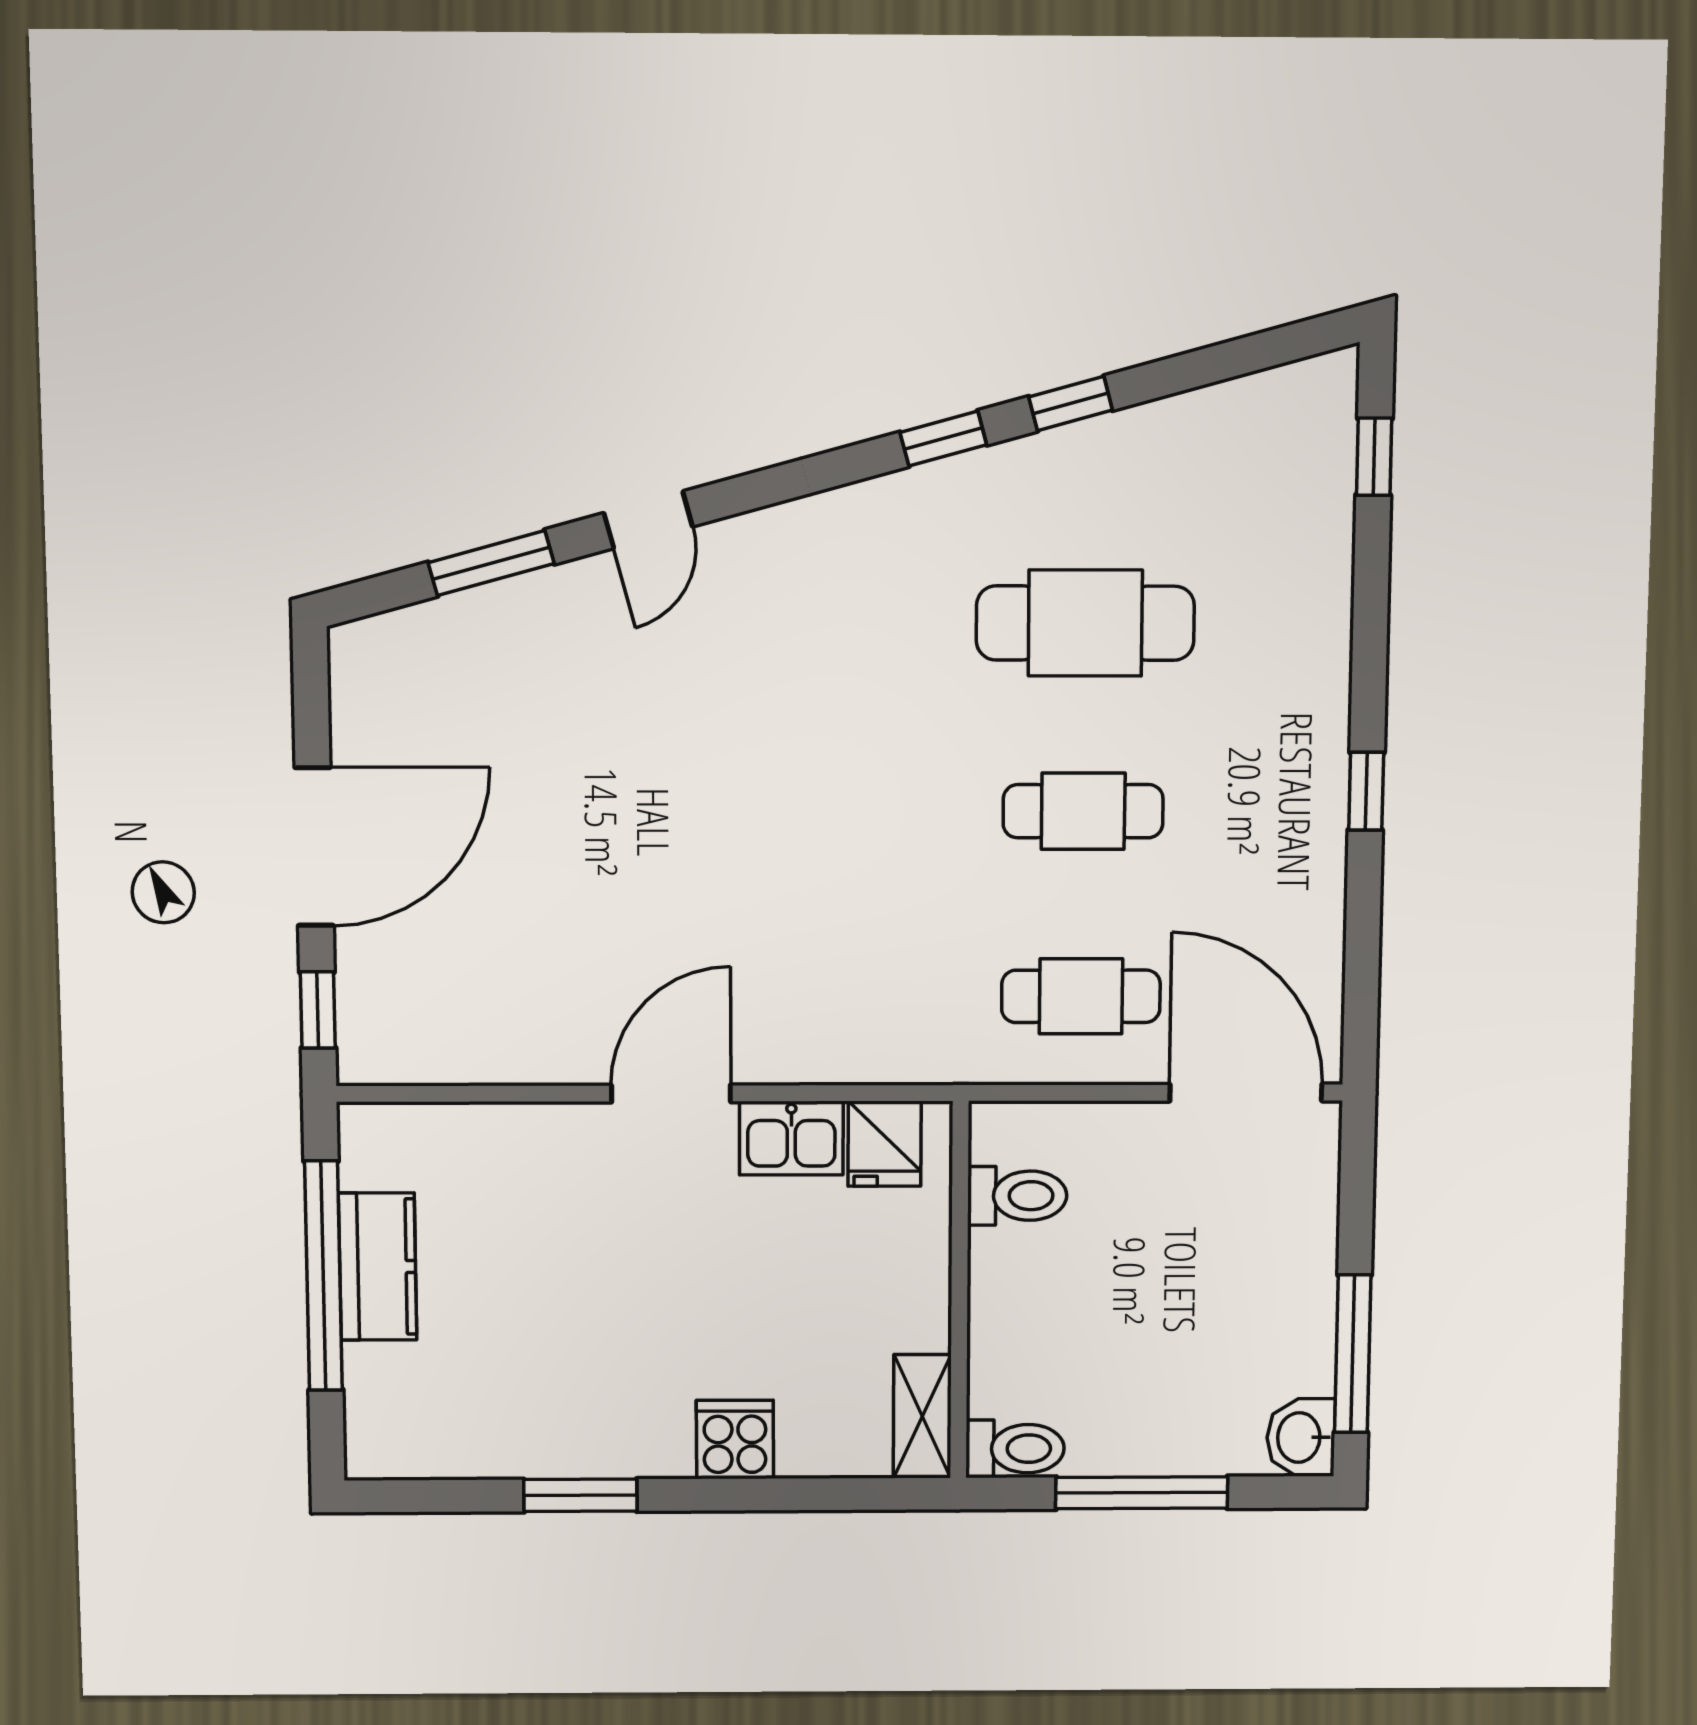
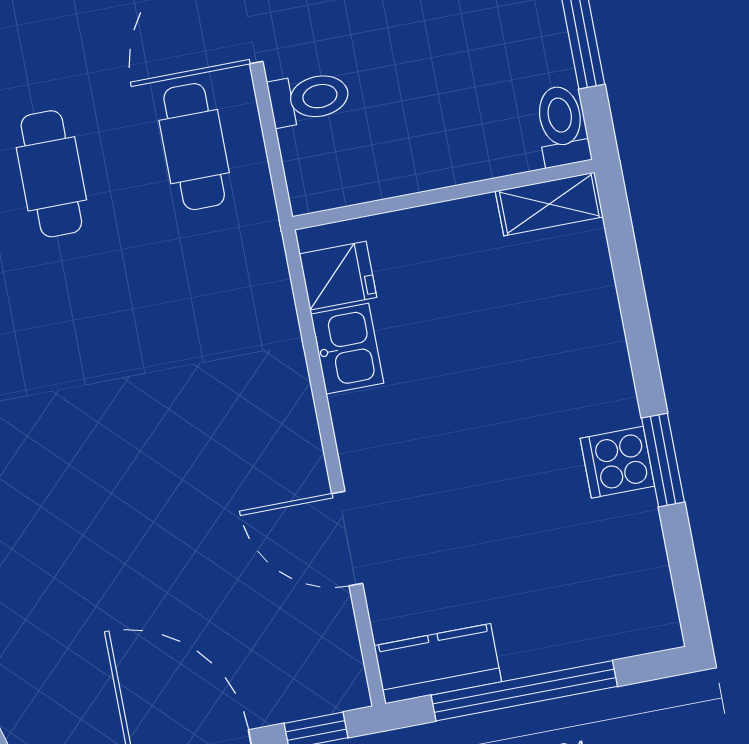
door: (671, 1094) -> (347, 538), moved
toilet: (1017, 1196) -> (309, 98), moved, turned 90
kitchen counter: (378, 1267) -> (438, 664), moved
cooker: (735, 1440) -> (617, 462), moved

